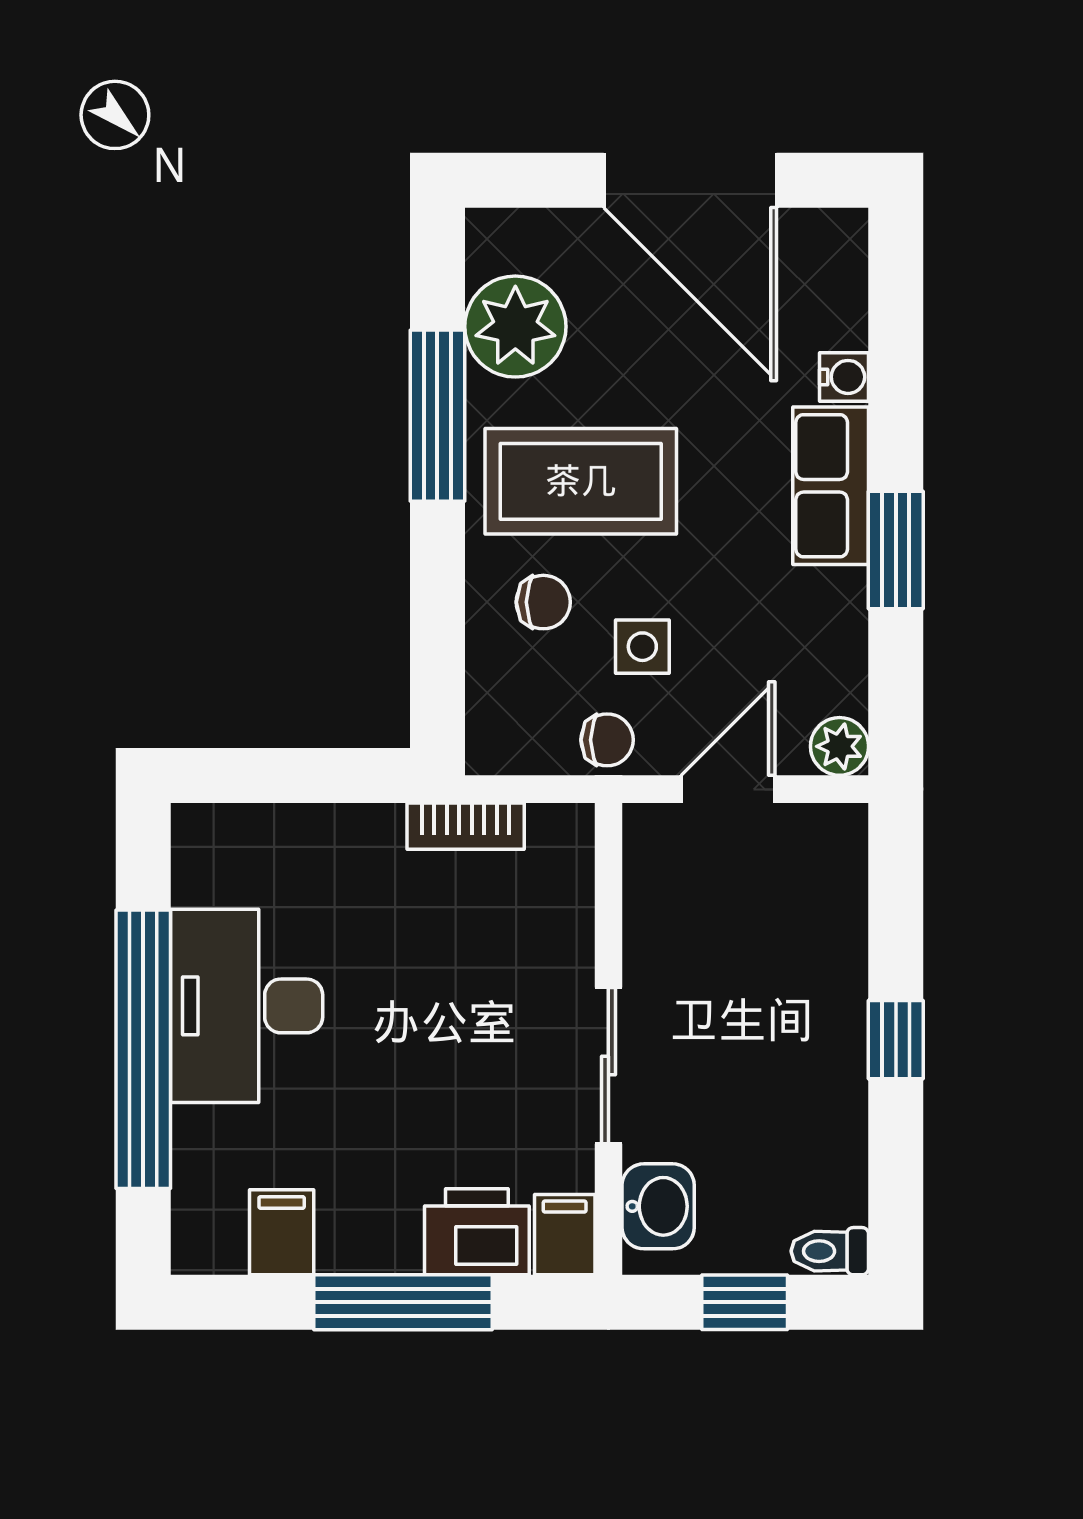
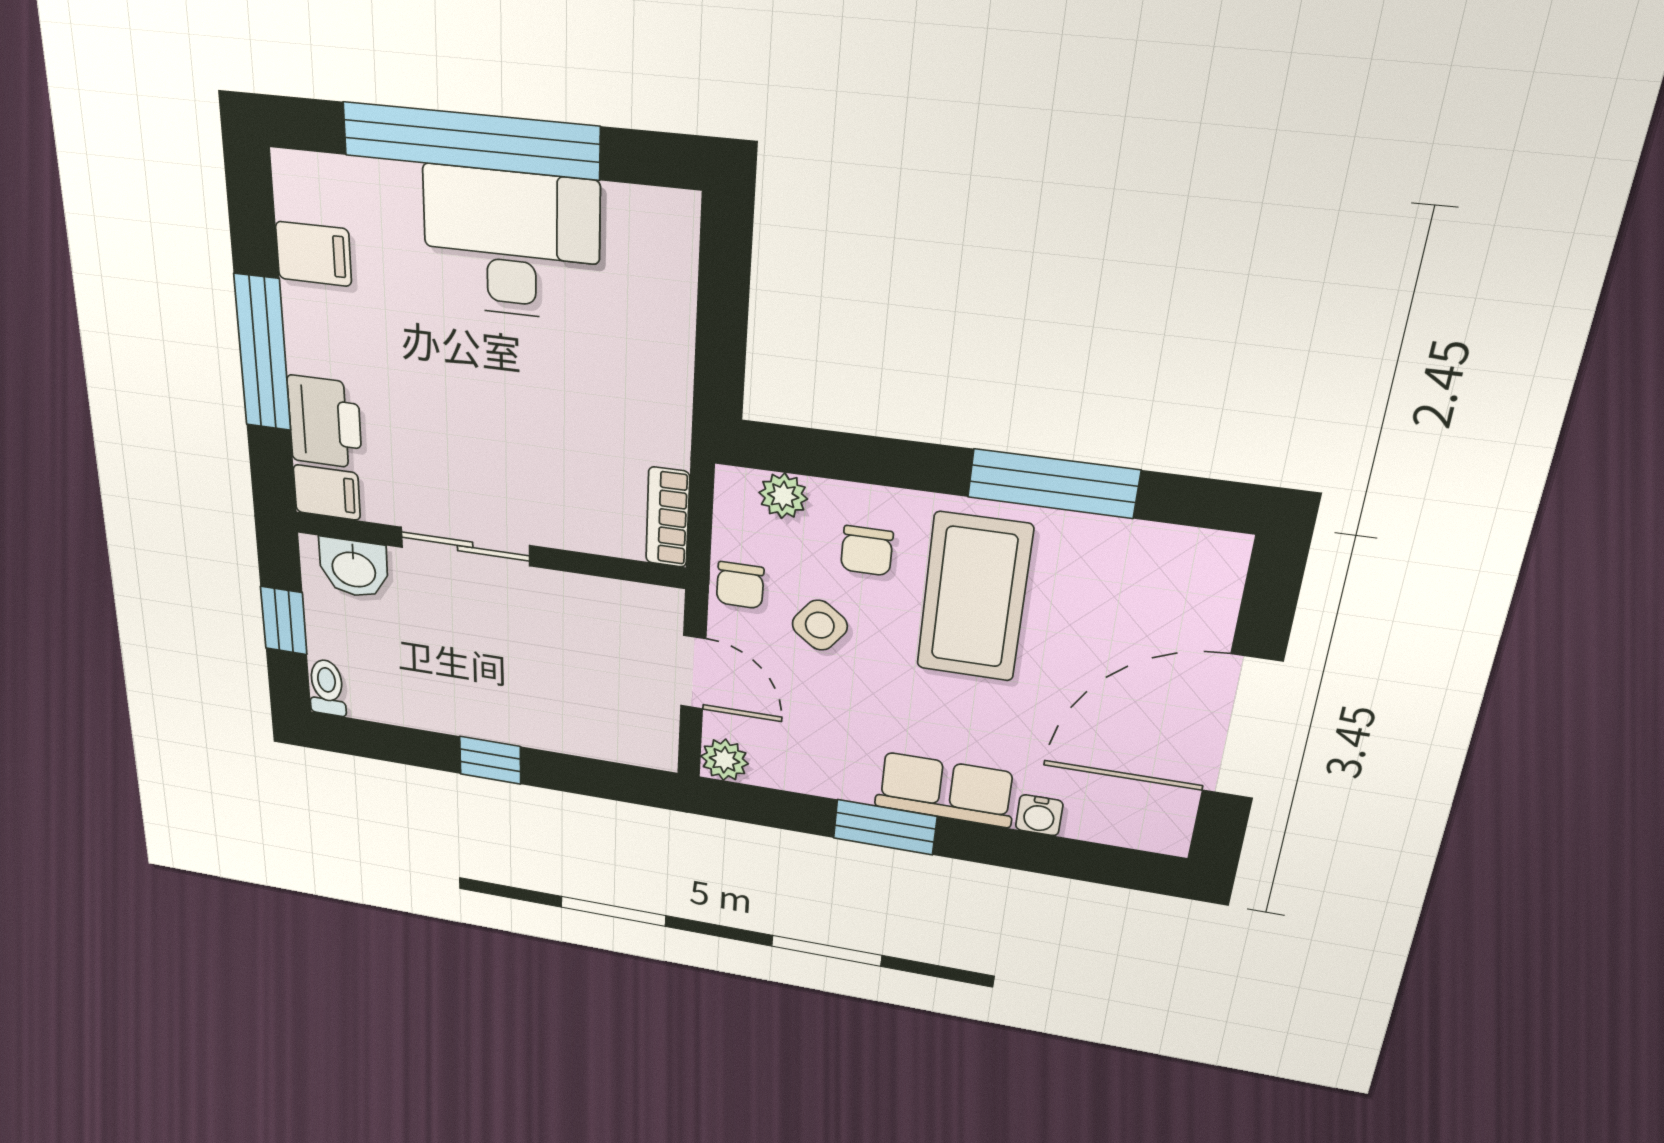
plant: (515, 327) -> (783, 496), moved, width x0.53, depth x0.53
side table: (642, 647) -> (820, 625), turned 37
bookcase: (466, 826) -> (668, 517), moved

